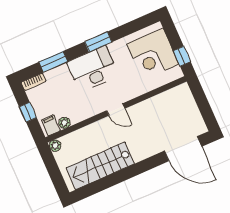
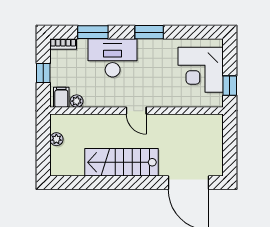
desk: (93, 69) -> (113, 58), moved
plant: (55, 146) -> (56, 139), moved
stairs: (100, 166) -> (121, 162), moved

